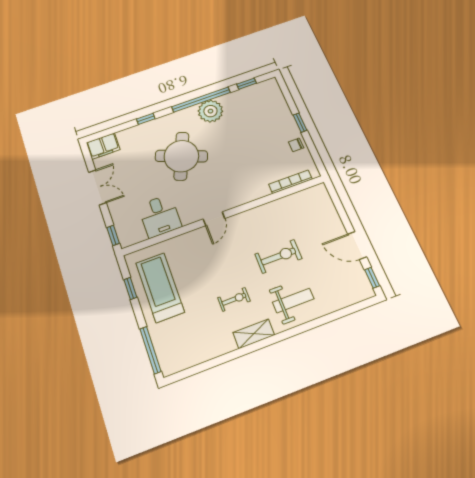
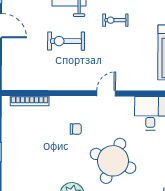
chair: (296, 145) -> (76, 129), moved

